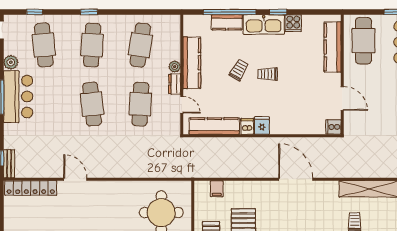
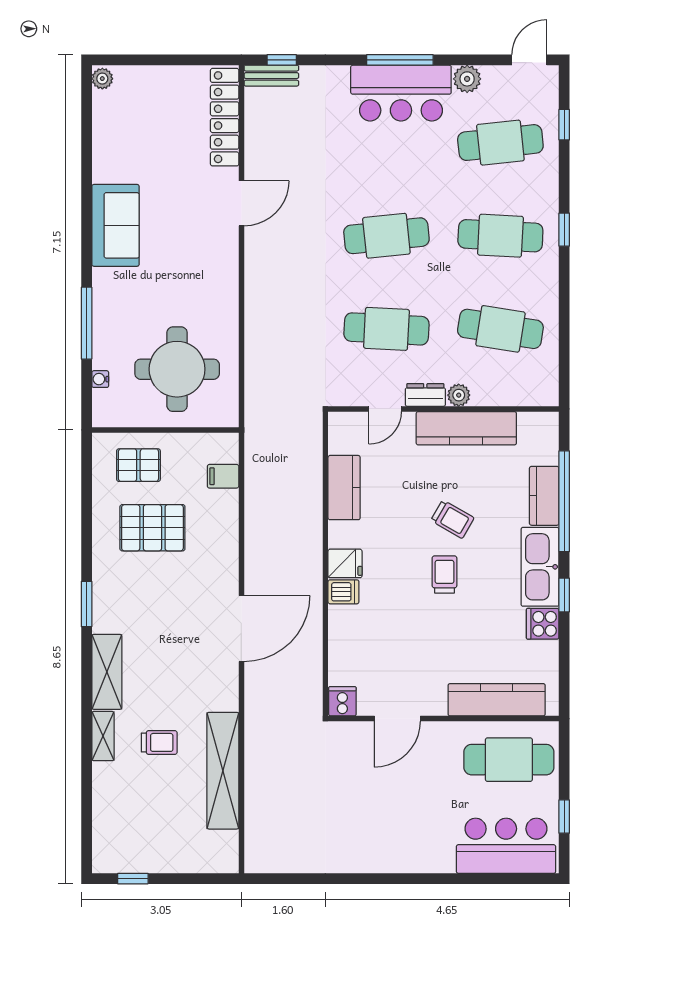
kitchen counter: (214, 126) -> (344, 488), width x0.67
dishwasher: (247, 126) -> (343, 592), moved

